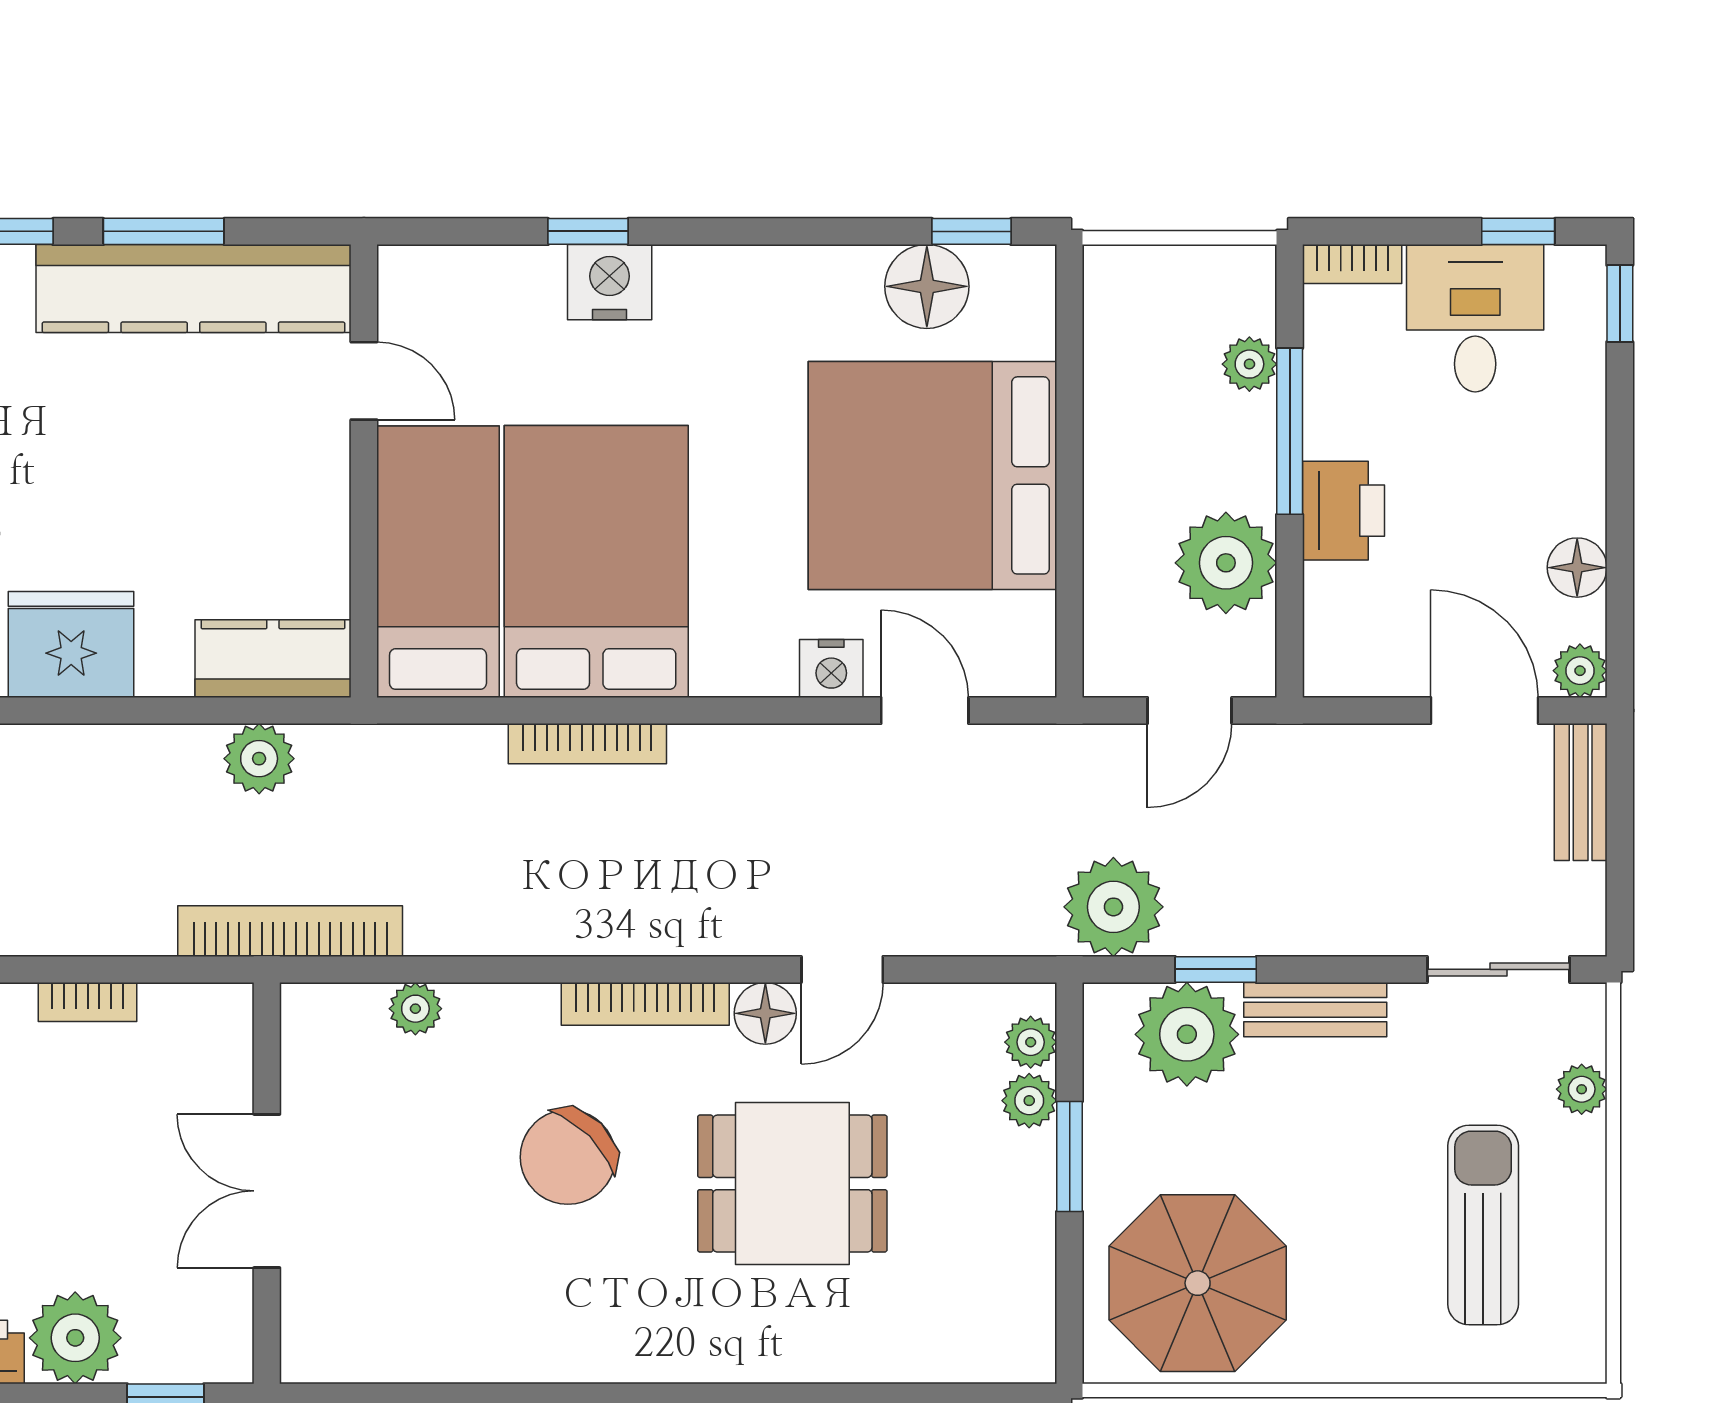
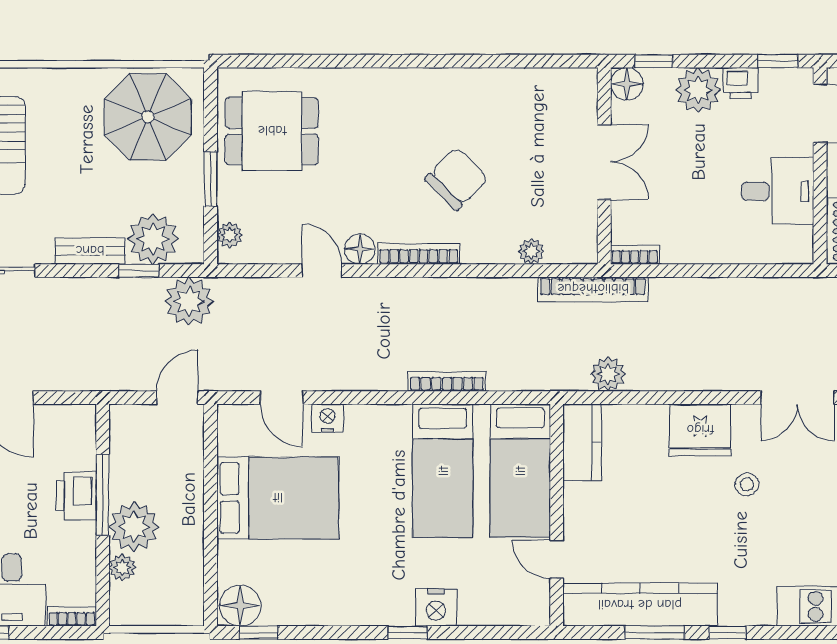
window: (588, 231) -> (408, 633), moved
floor lamp: (927, 286) -> (240, 606), moved
window: (1290, 431) -> (103, 495), moved
bed: (932, 475) -> (278, 498), width x0.73
bed: (596, 561) -> (443, 471), width x0.67
plant: (1226, 563) -> (134, 527), moved
kitchen counter: (273, 659) -> (582, 442), moved, turned -90
door: (1190, 711) -> (177, 398), moved
door: (842, 969) -> (322, 271), hinge flipped
bookcase: (88, 1002) -> (635, 255), moved
plant: (1029, 1101) -> (230, 206), removed
dining table: (792, 1184) -> (272, 131), moved
floor lamp: (221, 1351) -> (627, 84), added

